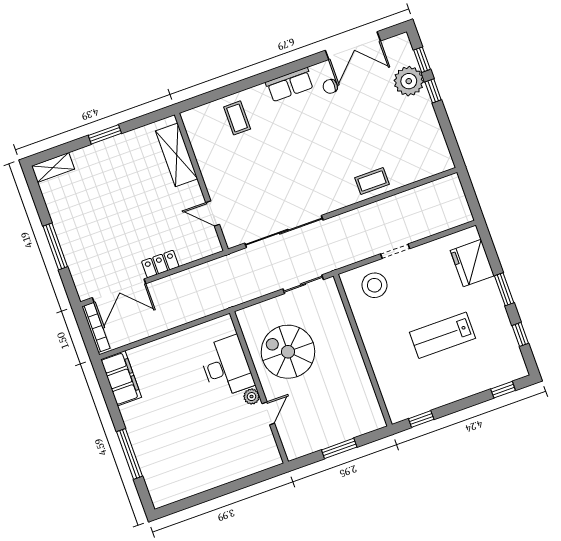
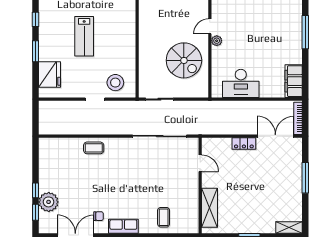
lab bench: (443, 335) -> (84, 36), turned 90
desk: (226, 367) -> (241, 83), moved, turned -90

